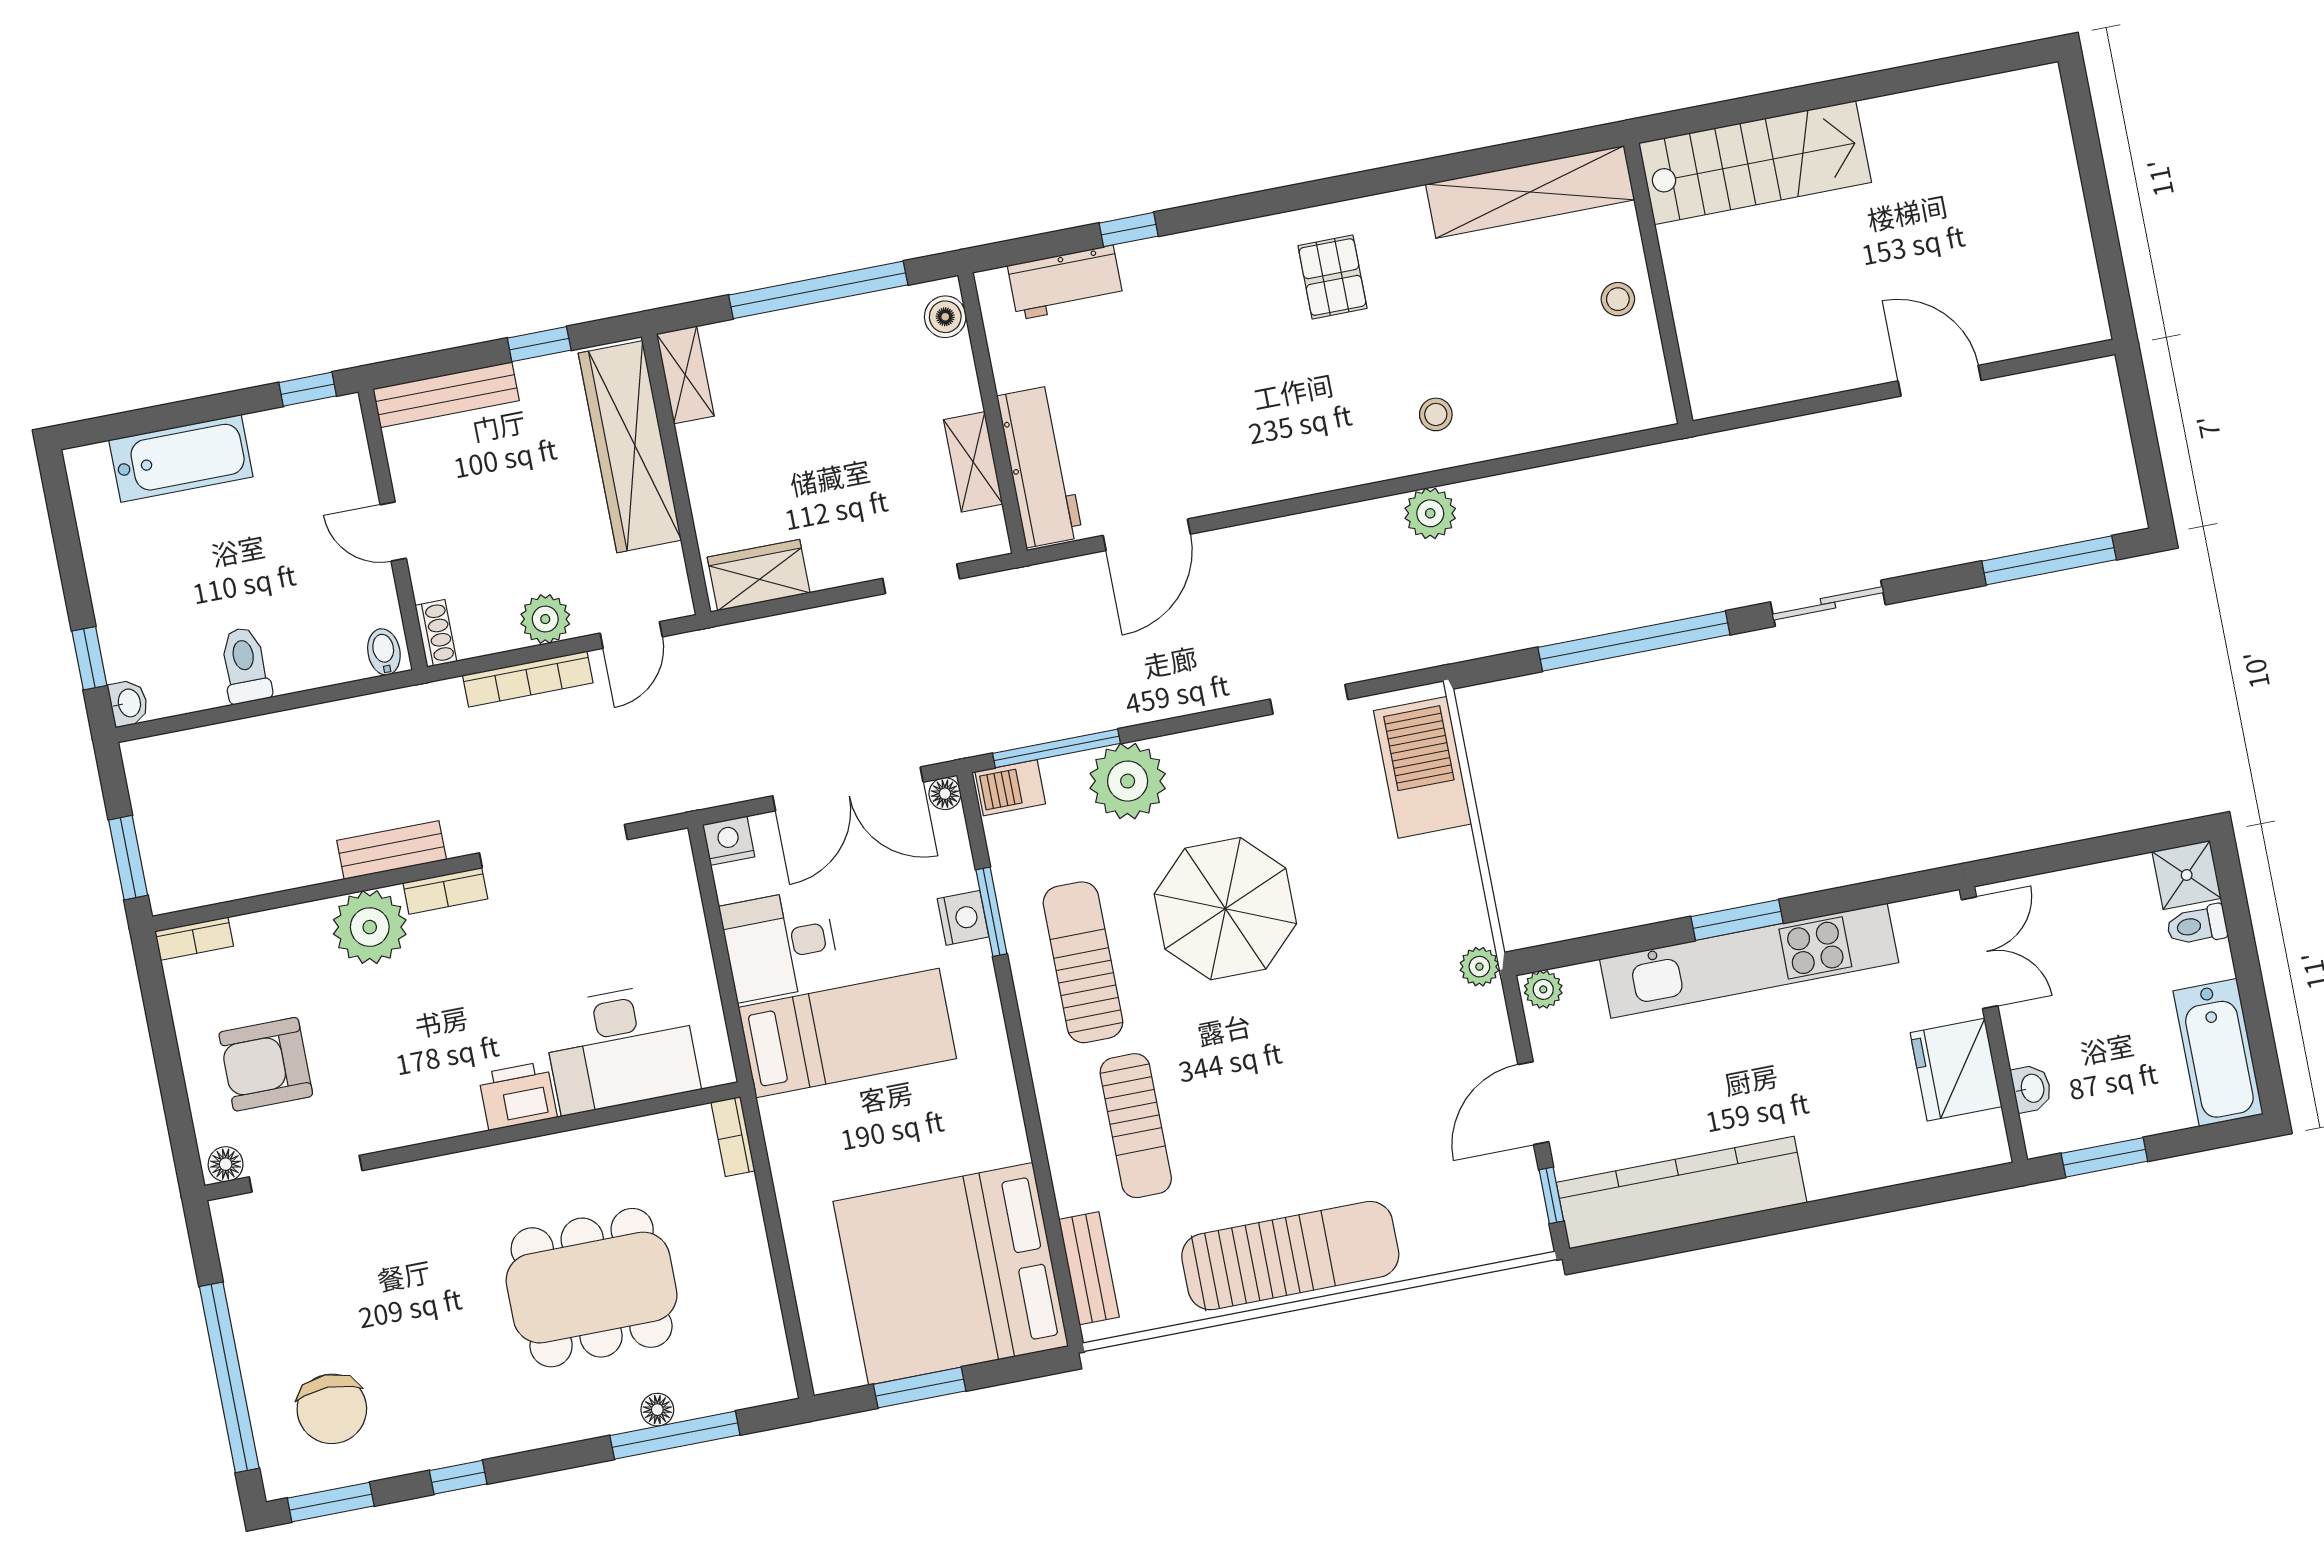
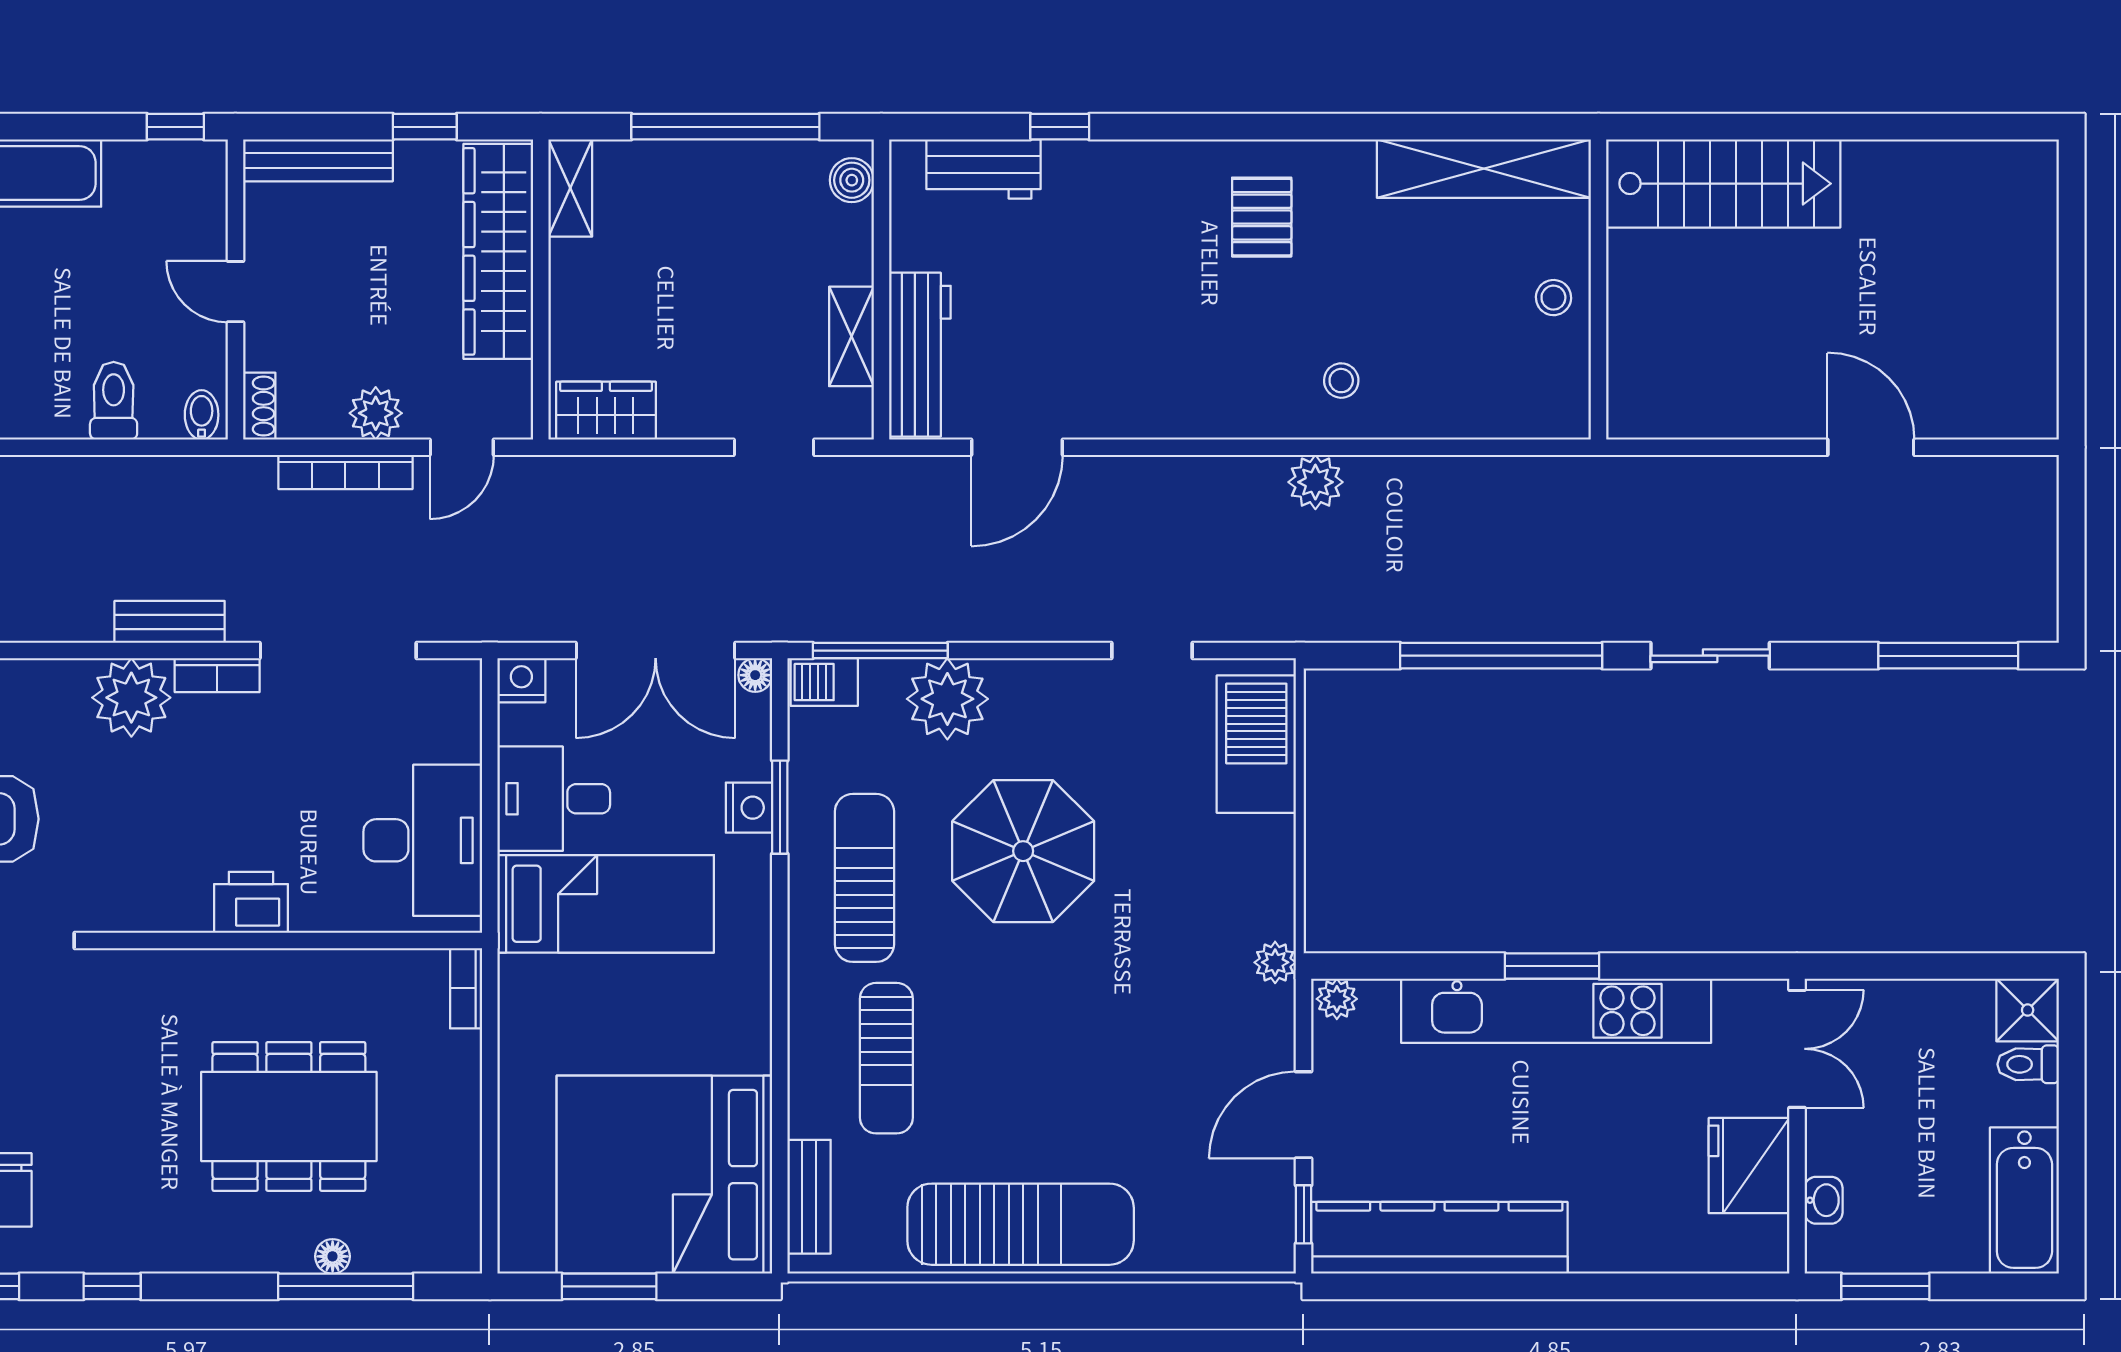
toilet: (245, 665) -> (114, 401), moved
desk: (621, 1048) -> (423, 840), moved, turned -90

